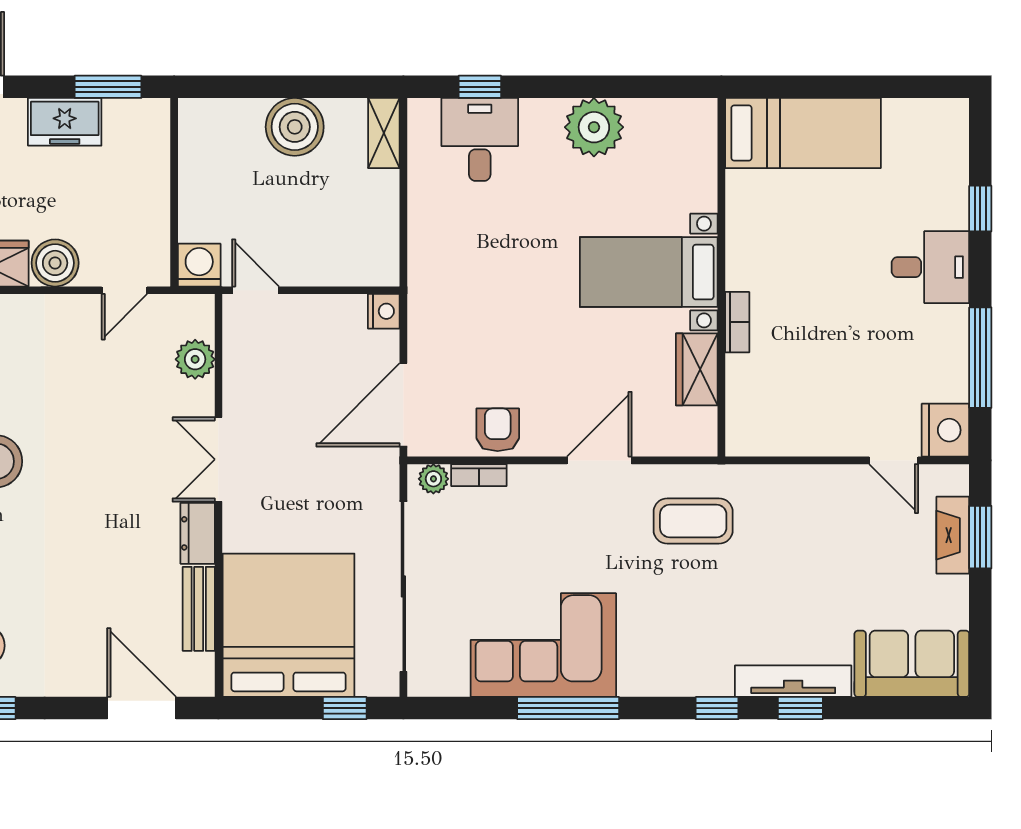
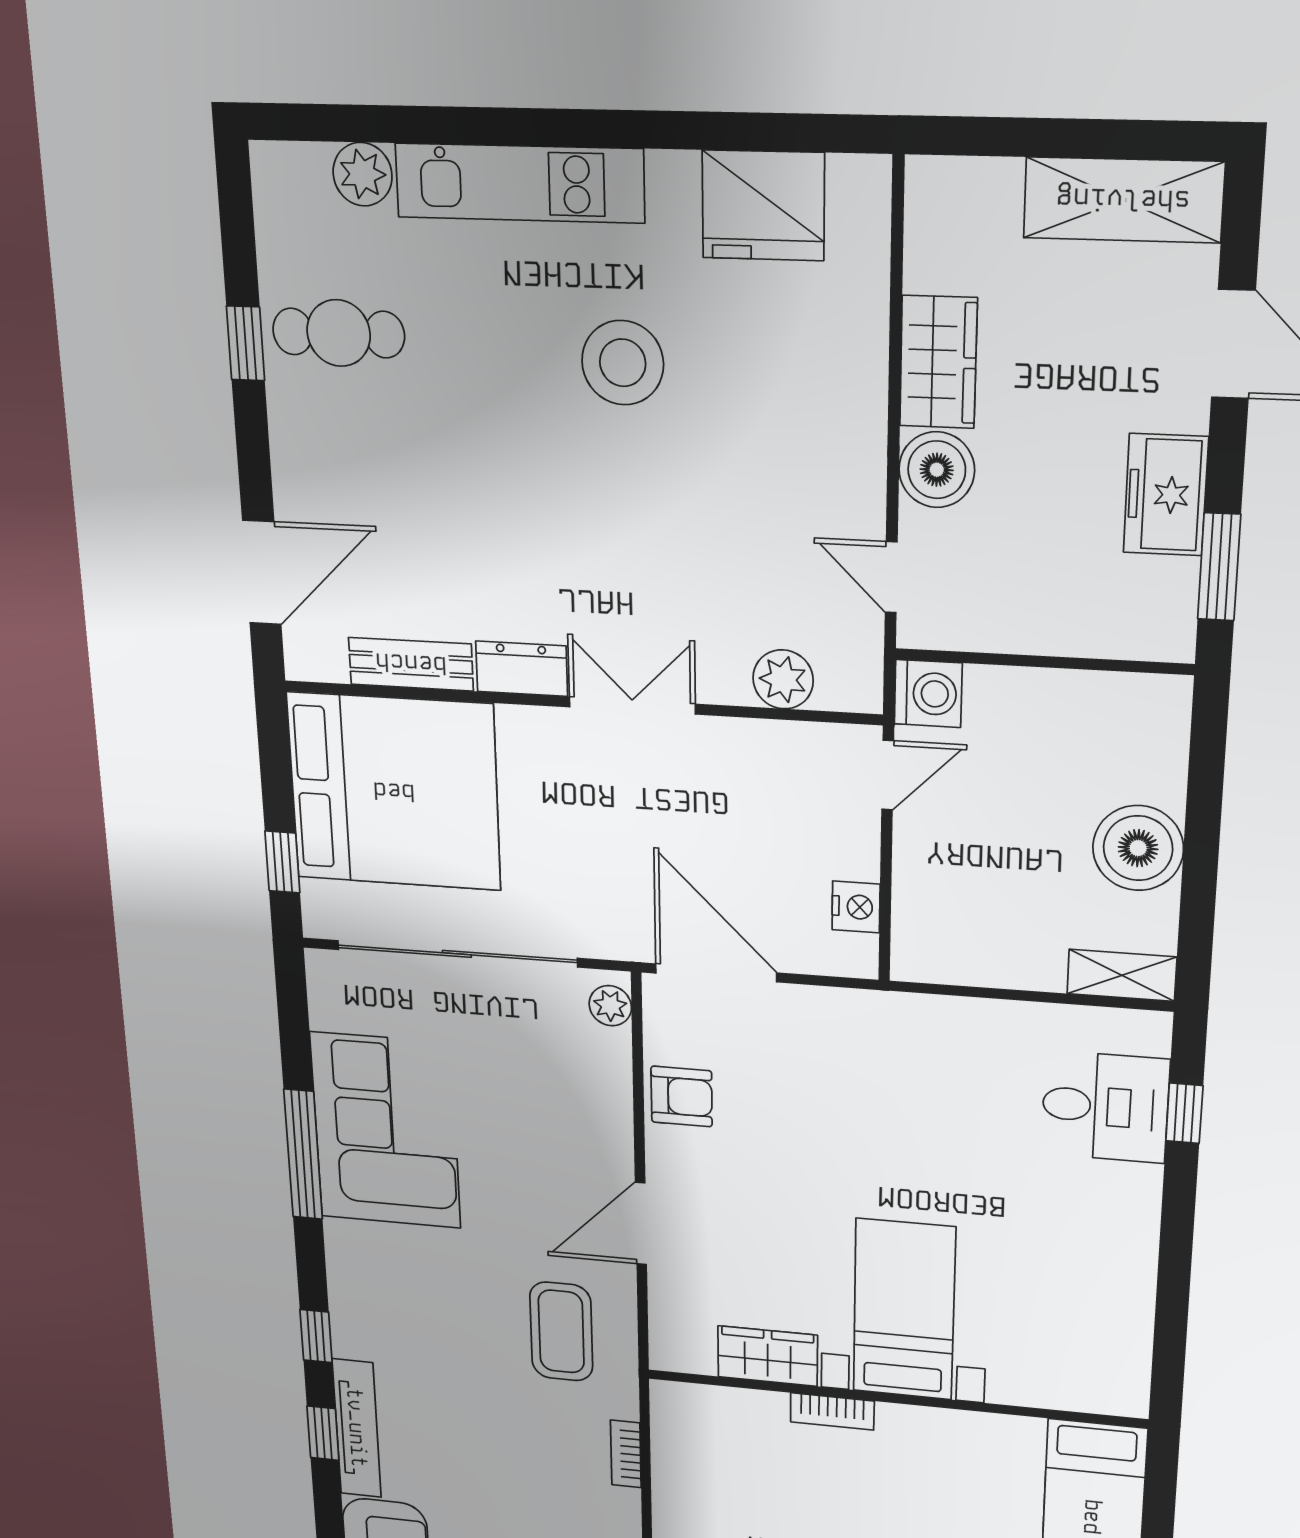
plant: (594, 127) -> (1115, 1259), removed
nightstand: (384, 311) -> (856, 907), moved, turned -90
door: (599, 460) -> (641, 1224), swing flipped
bookcase: (479, 475) -> (626, 1454), moved

